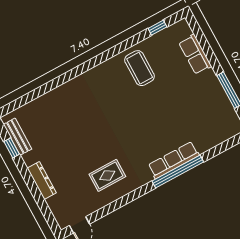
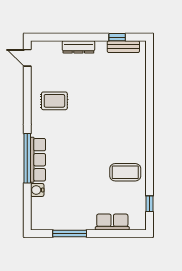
water cooler: (204, 145) -> (37, 190), added
rug: (107, 175) -> (54, 101), turned 90

